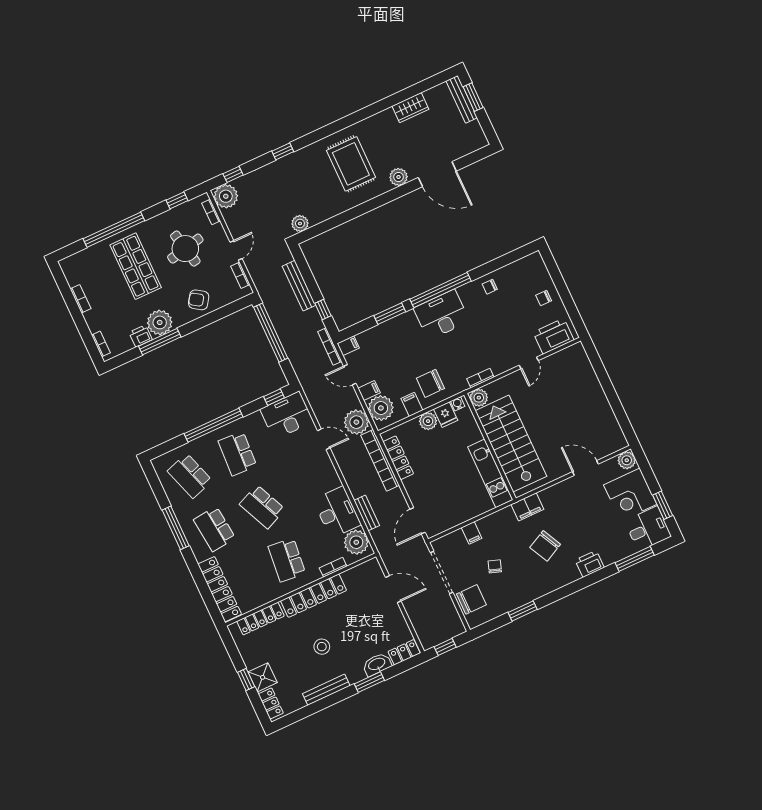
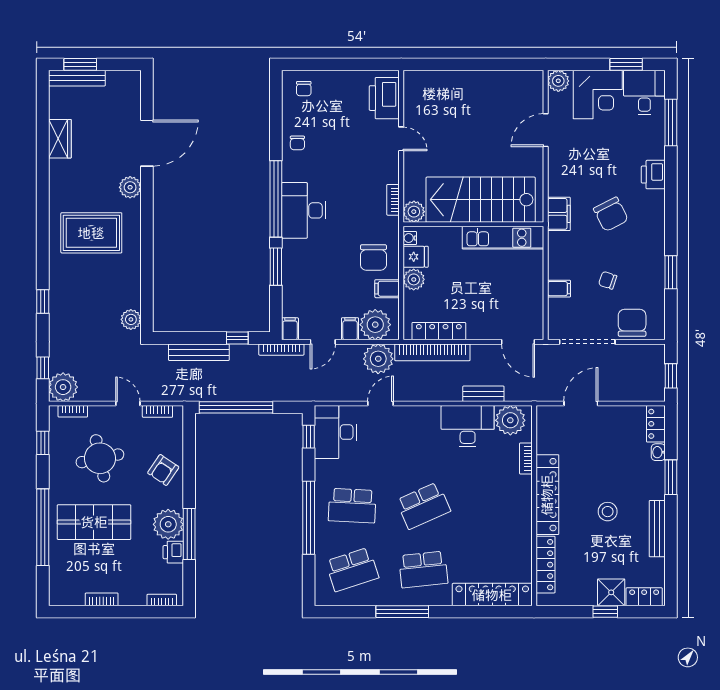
chair: (544, 298) -> (304, 89), moved
school desk: (287, 560) -> (494, 506), removed
washbasin: (377, 664) -> (658, 452), width x0.52, depth x0.69

